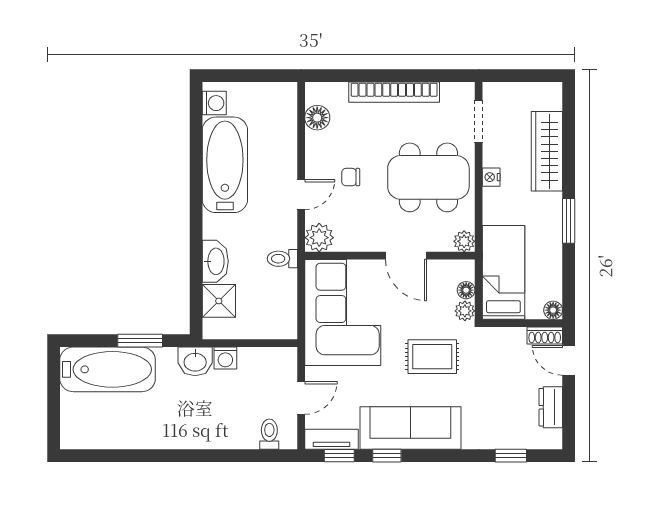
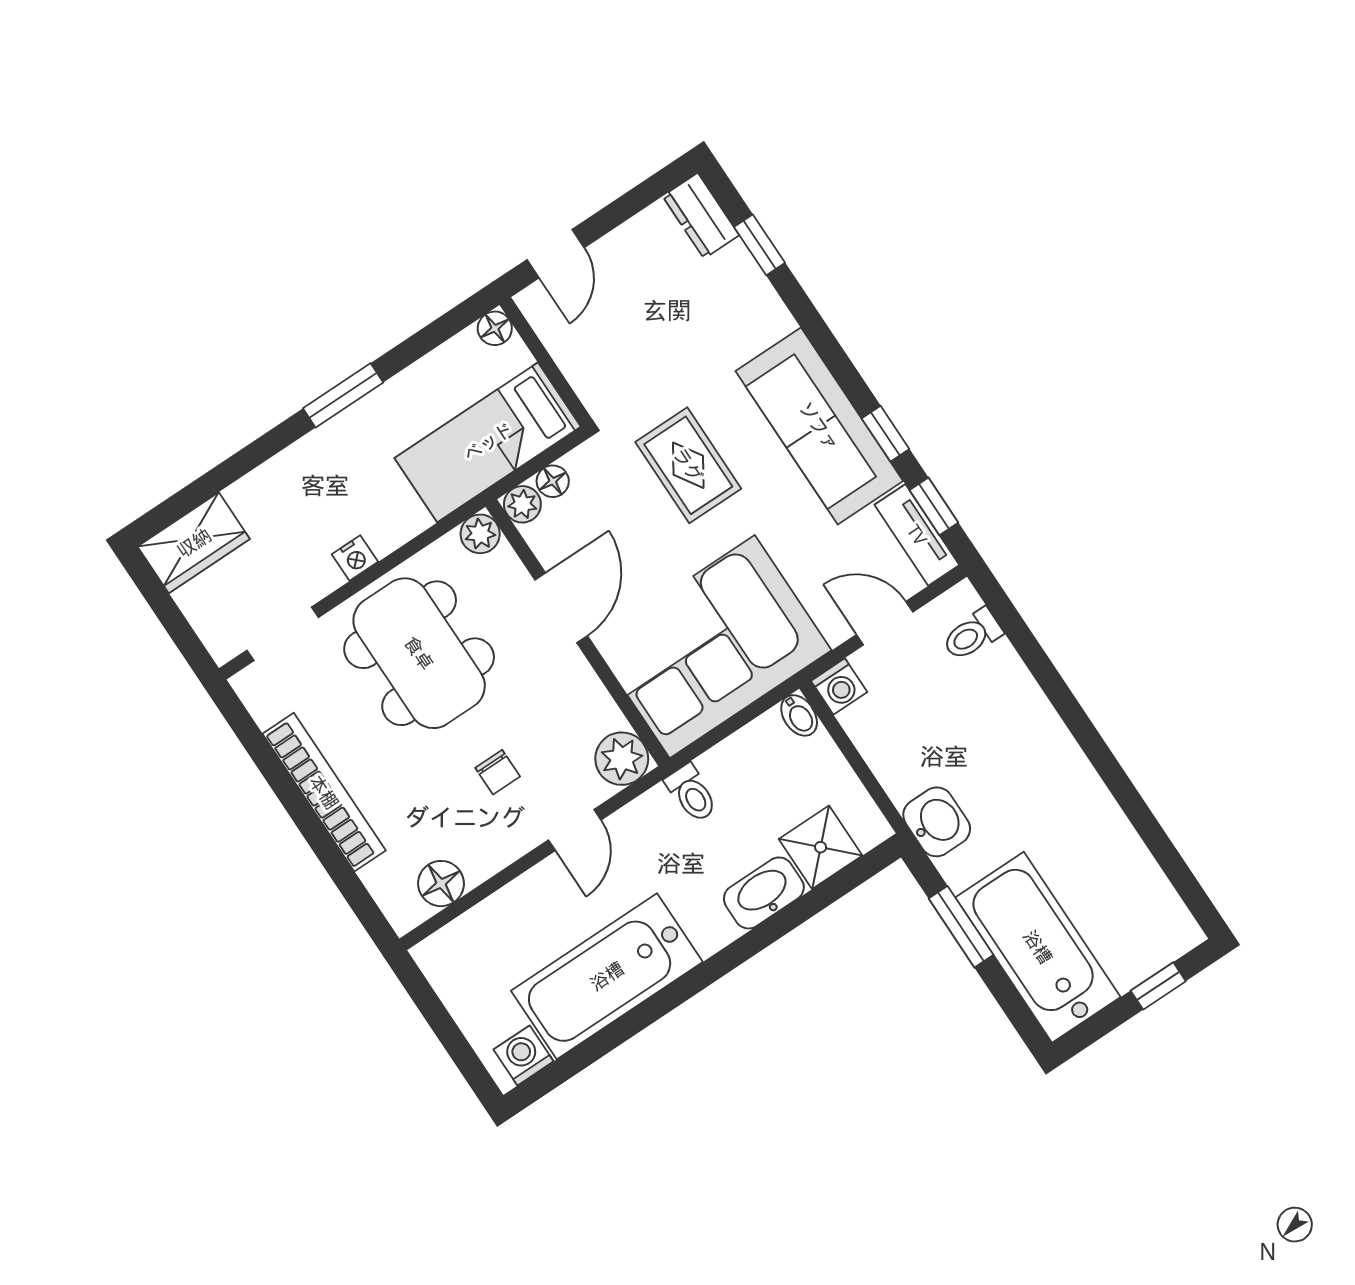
wardrobe: (547, 151) -> (194, 543), moved, width x0.67
door: (301, 195) -> (575, 830), swing flipped
plant: (465, 311) -> (522, 504), moved
bidet: (285, 331) -> (799, 715), added
shoe rack: (545, 335) -> (542, 315), removed
washing machine: (225, 358) -> (839, 686), moved, turned 90
dresser: (551, 407) -> (701, 216), moved, turned 90
window: (54, 412) -> (1158, 986), added

